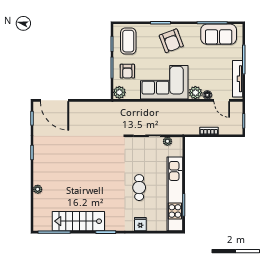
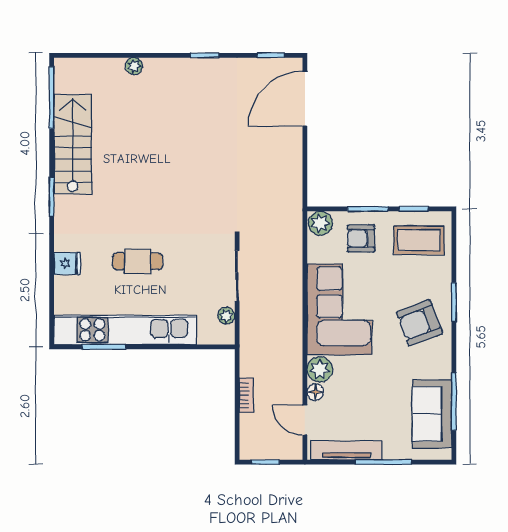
door: (222, 100) -> (305, 420), hinge flipped

